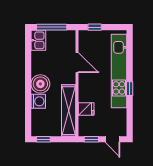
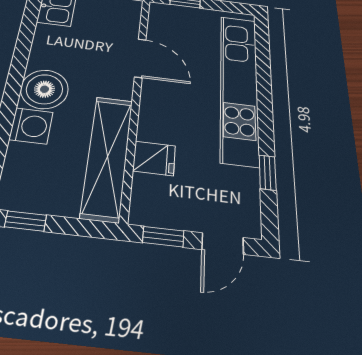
window: (130, 89) -> (268, 173), moved
door: (112, 139) -> (223, 243), hinge flipped

